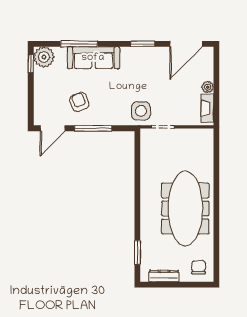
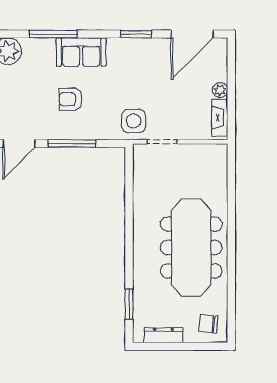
sofa: (93, 58) -> (81, 52), width x0.73
armchair: (79, 102) -> (71, 99), moved, turned -69
chair: (199, 267) -> (208, 324), turned -85

